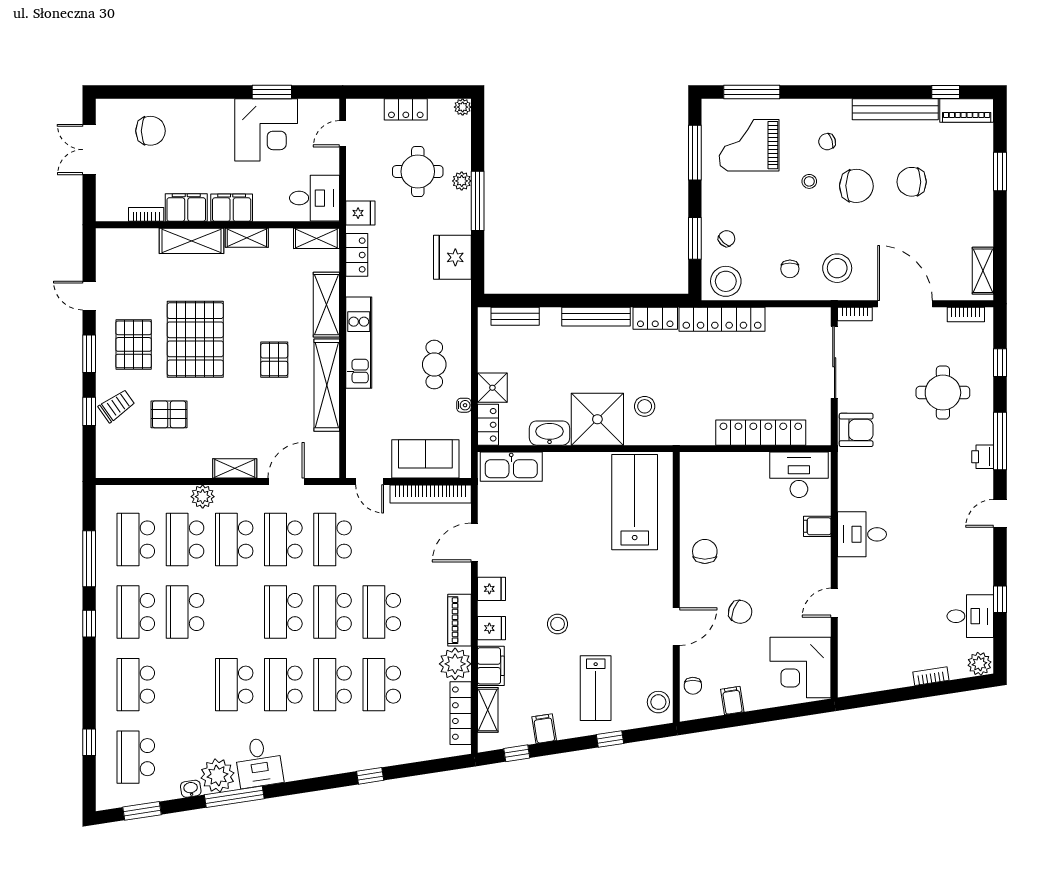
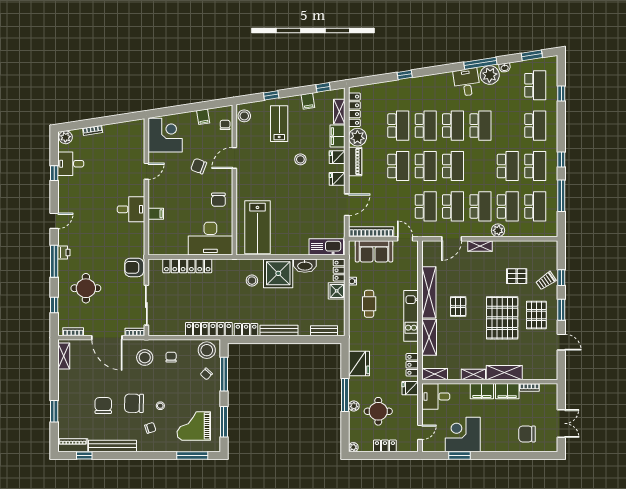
grand piano: (749, 145) -> (194, 426), turned 180
chair: (912, 182) -> (103, 406), turned -90
window: (695, 238) -> (224, 374), width x1.44
desk: (799, 475) -> (210, 239), moved, width x1.36, depth x1.30

